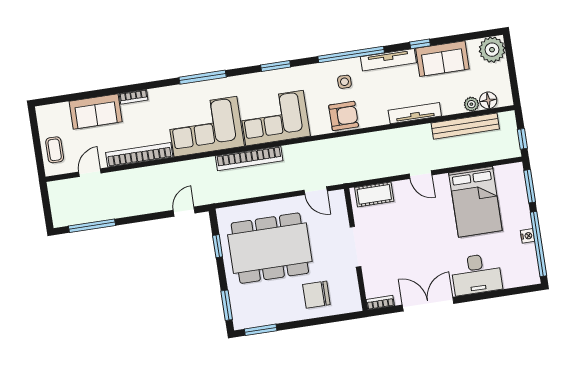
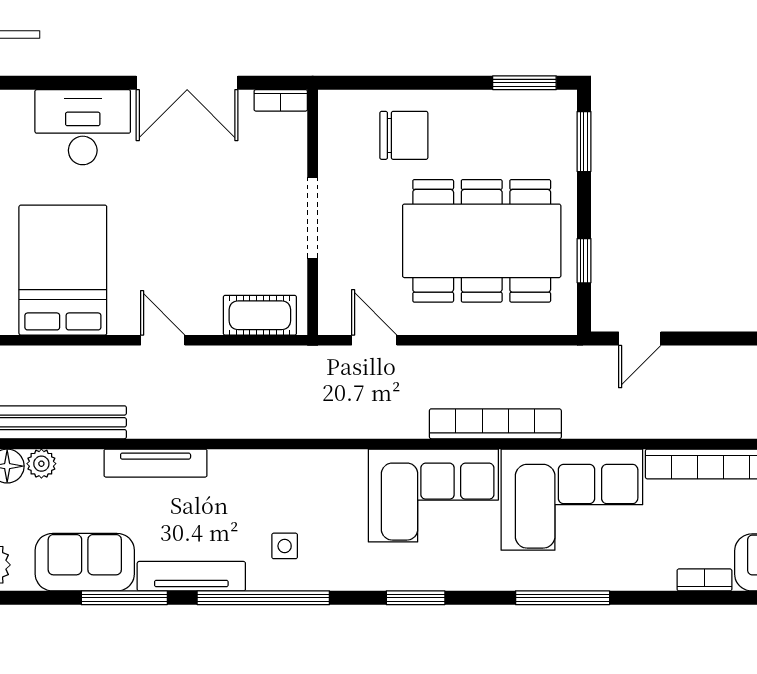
window: (420, 44) -> (124, 598), width x2.17
armchair: (344, 116) -> (297, 479), removed

